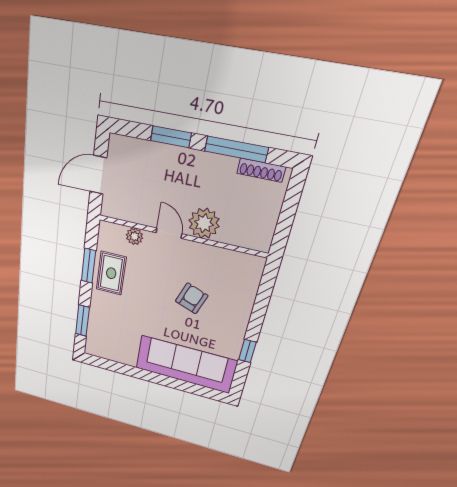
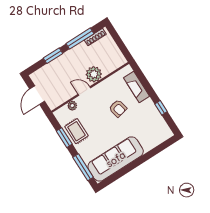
fireplace: (244, 297) -> (137, 87), added
armchair: (192, 298) -> (118, 108), turned 147
window: (82, 321) -> (83, 167), width x1.44
sofa: (186, 364) -> (116, 159), moved

